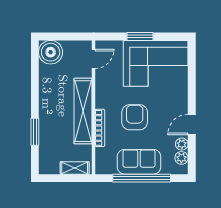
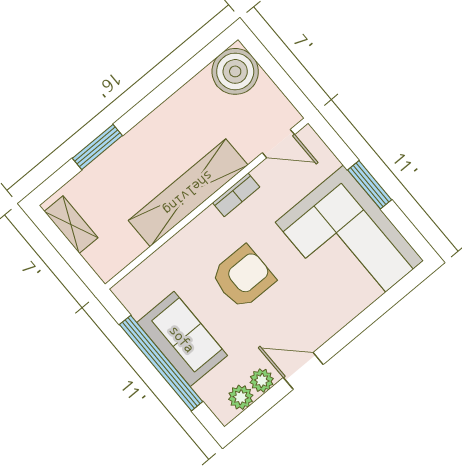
bookcase: (100, 128) -> (236, 195), moved, width x0.64
shelving: (75, 168) -> (71, 225), moved

